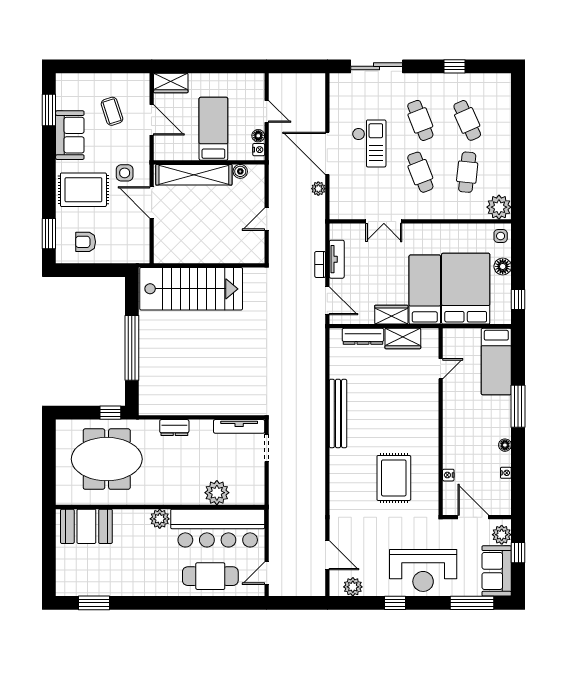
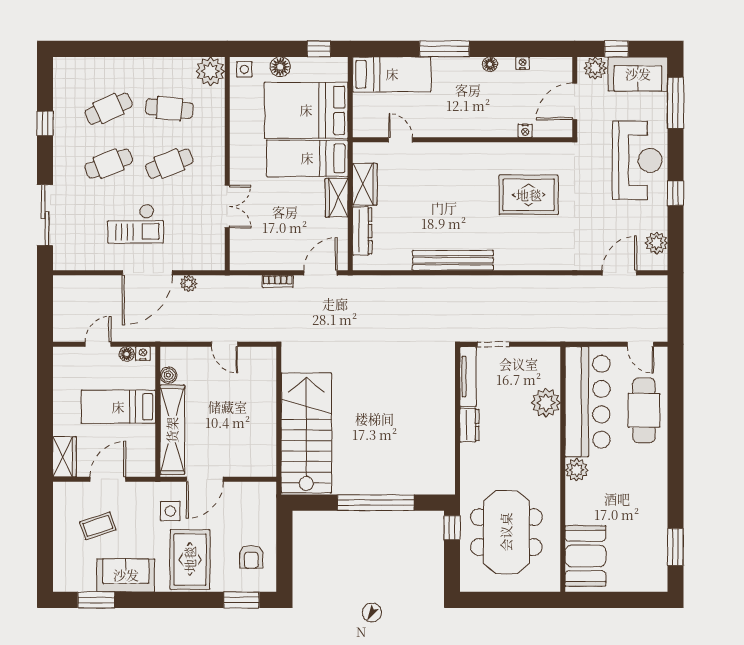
checkout: (369, 143) -> (136, 224), turned 180
tv unit: (337, 259) -> (272, 262), removed
dresser: (174, 428) -> (469, 425), moved

